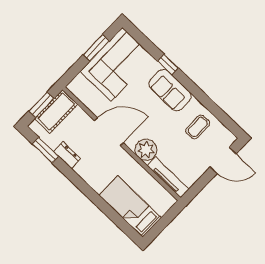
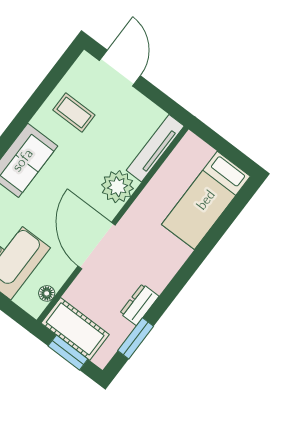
floor lamp: (81, 95) -> (47, 293), added

